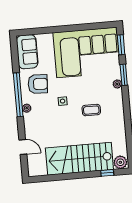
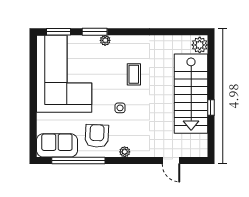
window: (18, 95) -> (78, 161), moved
door: (23, 147) -> (171, 161), swing flipped
window: (107, 173) -> (211, 108), moved

